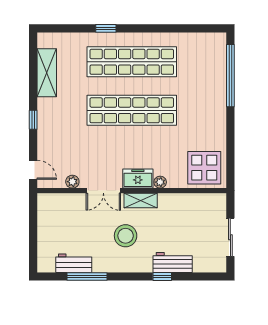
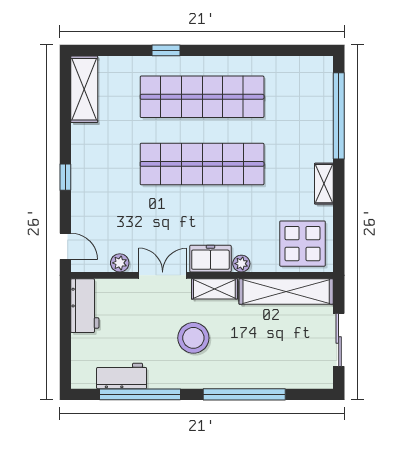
shelving: (47, 73) -> (84, 89), moved
shelving: (220, 124) -> (324, 184), added
double door: (103, 191) -> (163, 275), swing flipped
shelving: (192, 202) -> (286, 291), added
workbench: (173, 262) -> (85, 306), moved, turned 90
window: (87, 277) -> (140, 394), width x1.46
window: (162, 277) -> (244, 394), width x3.17

